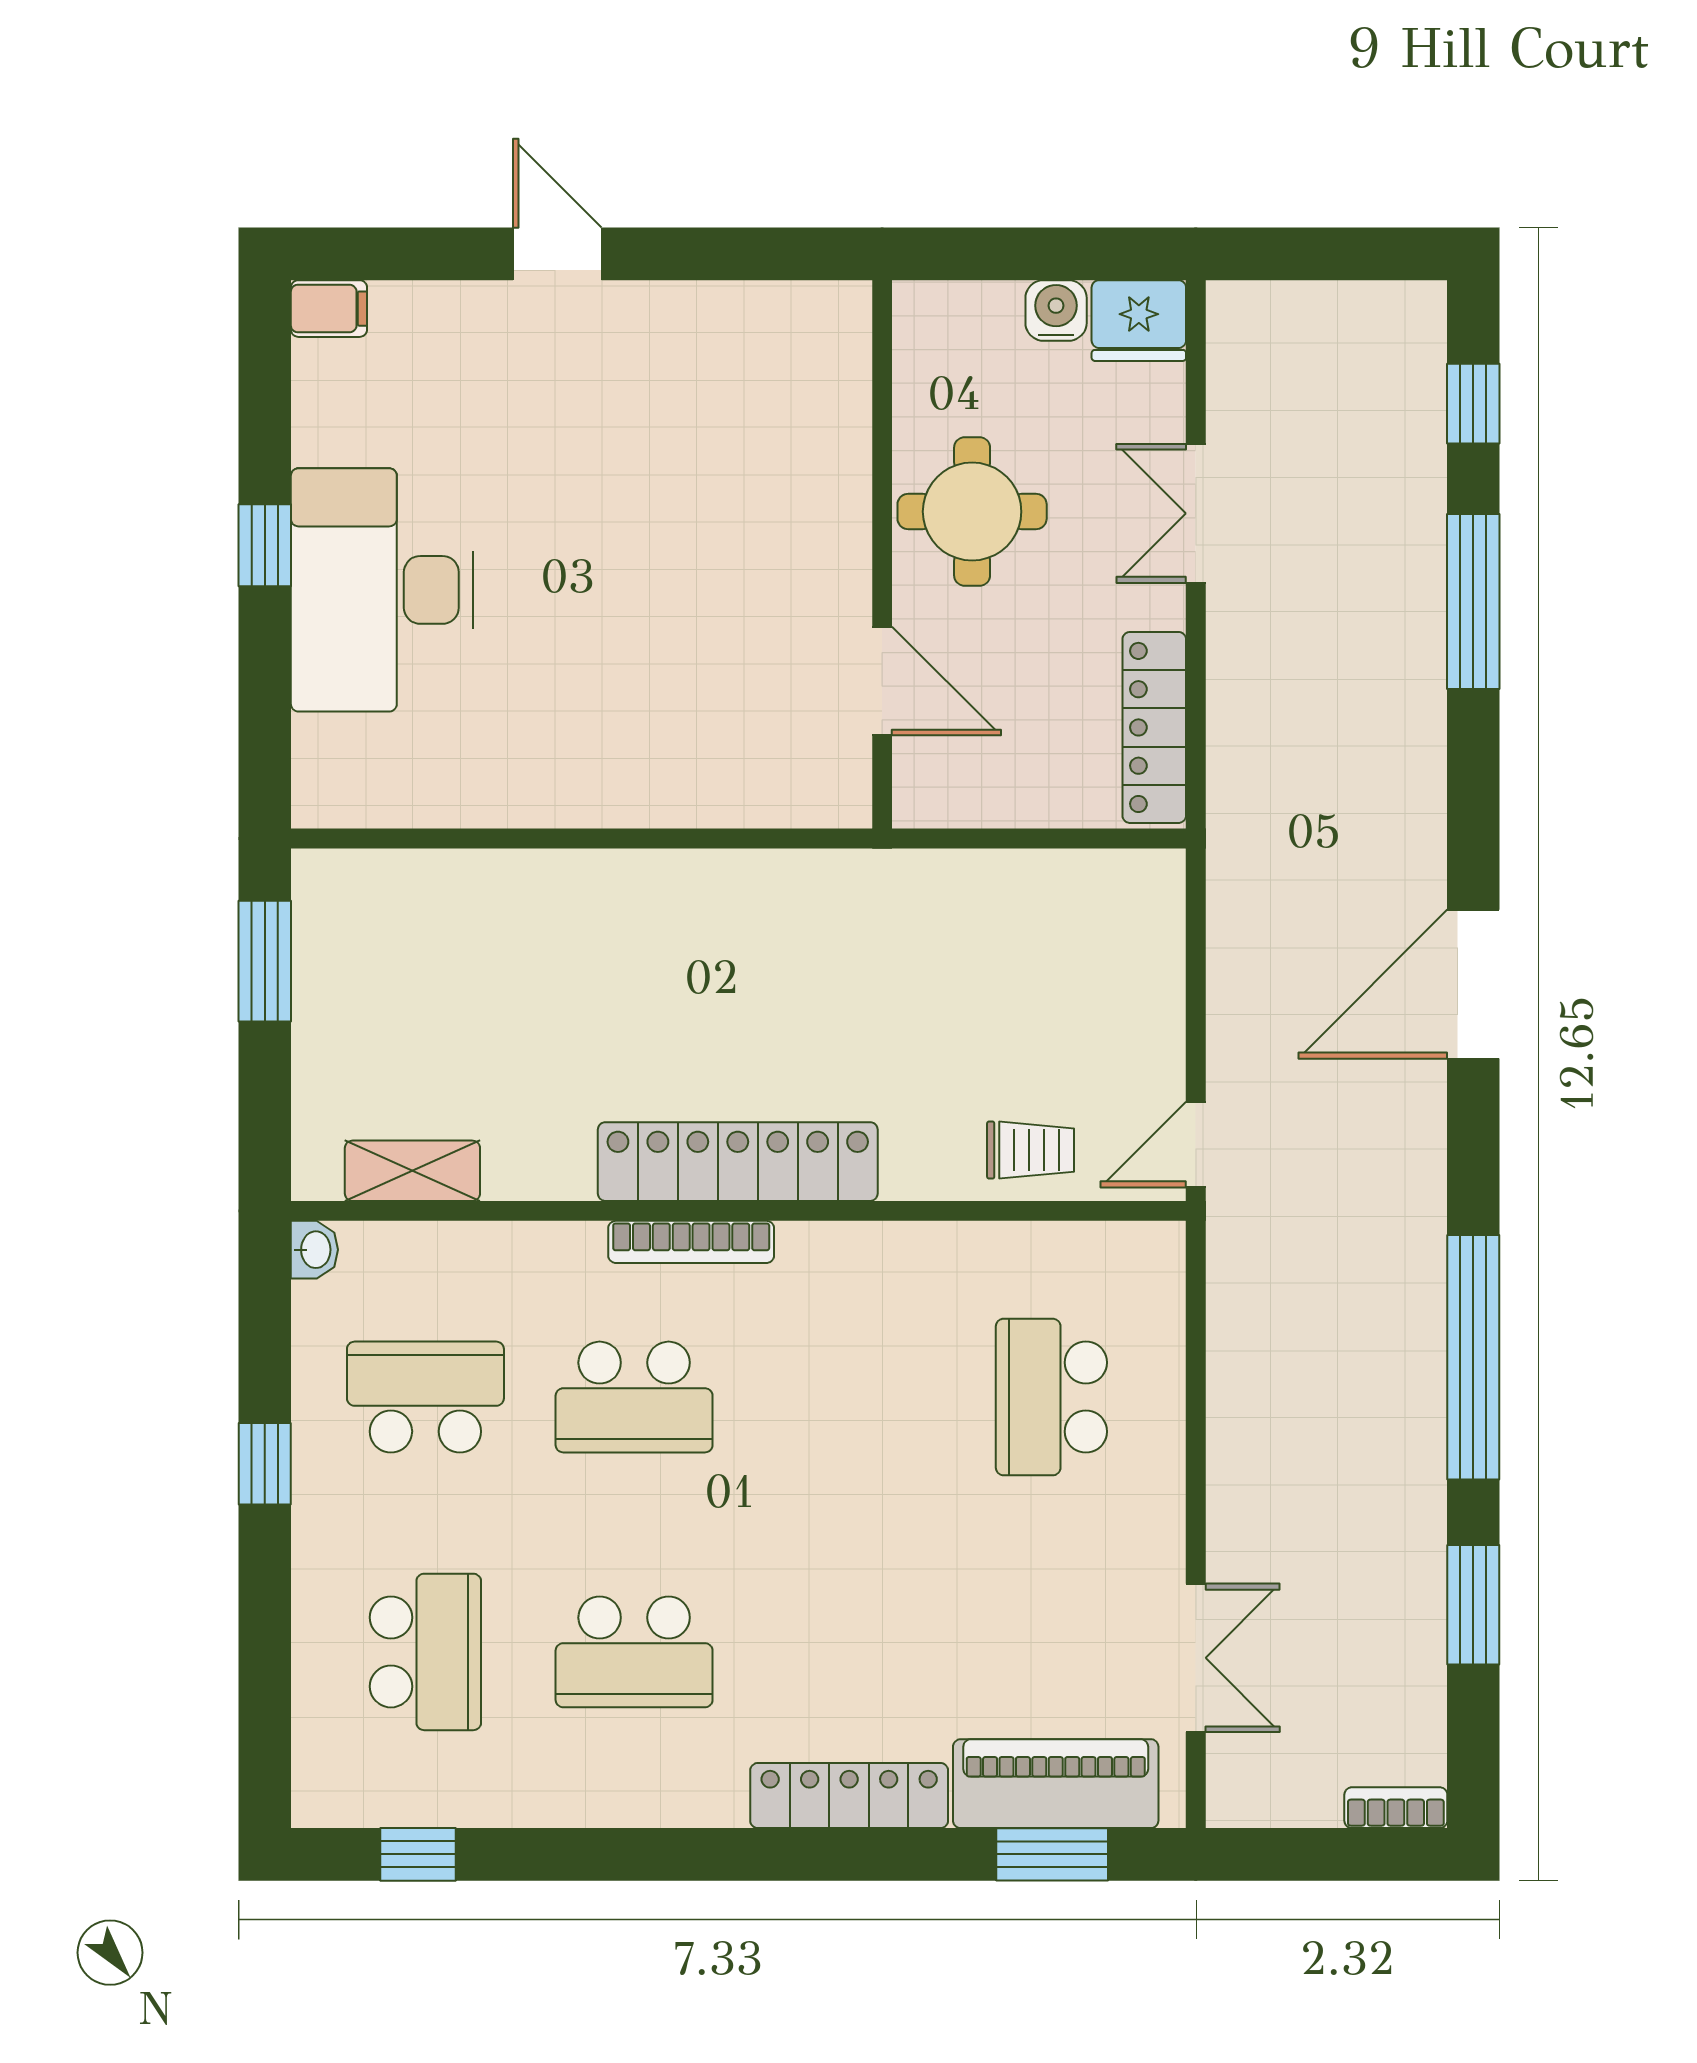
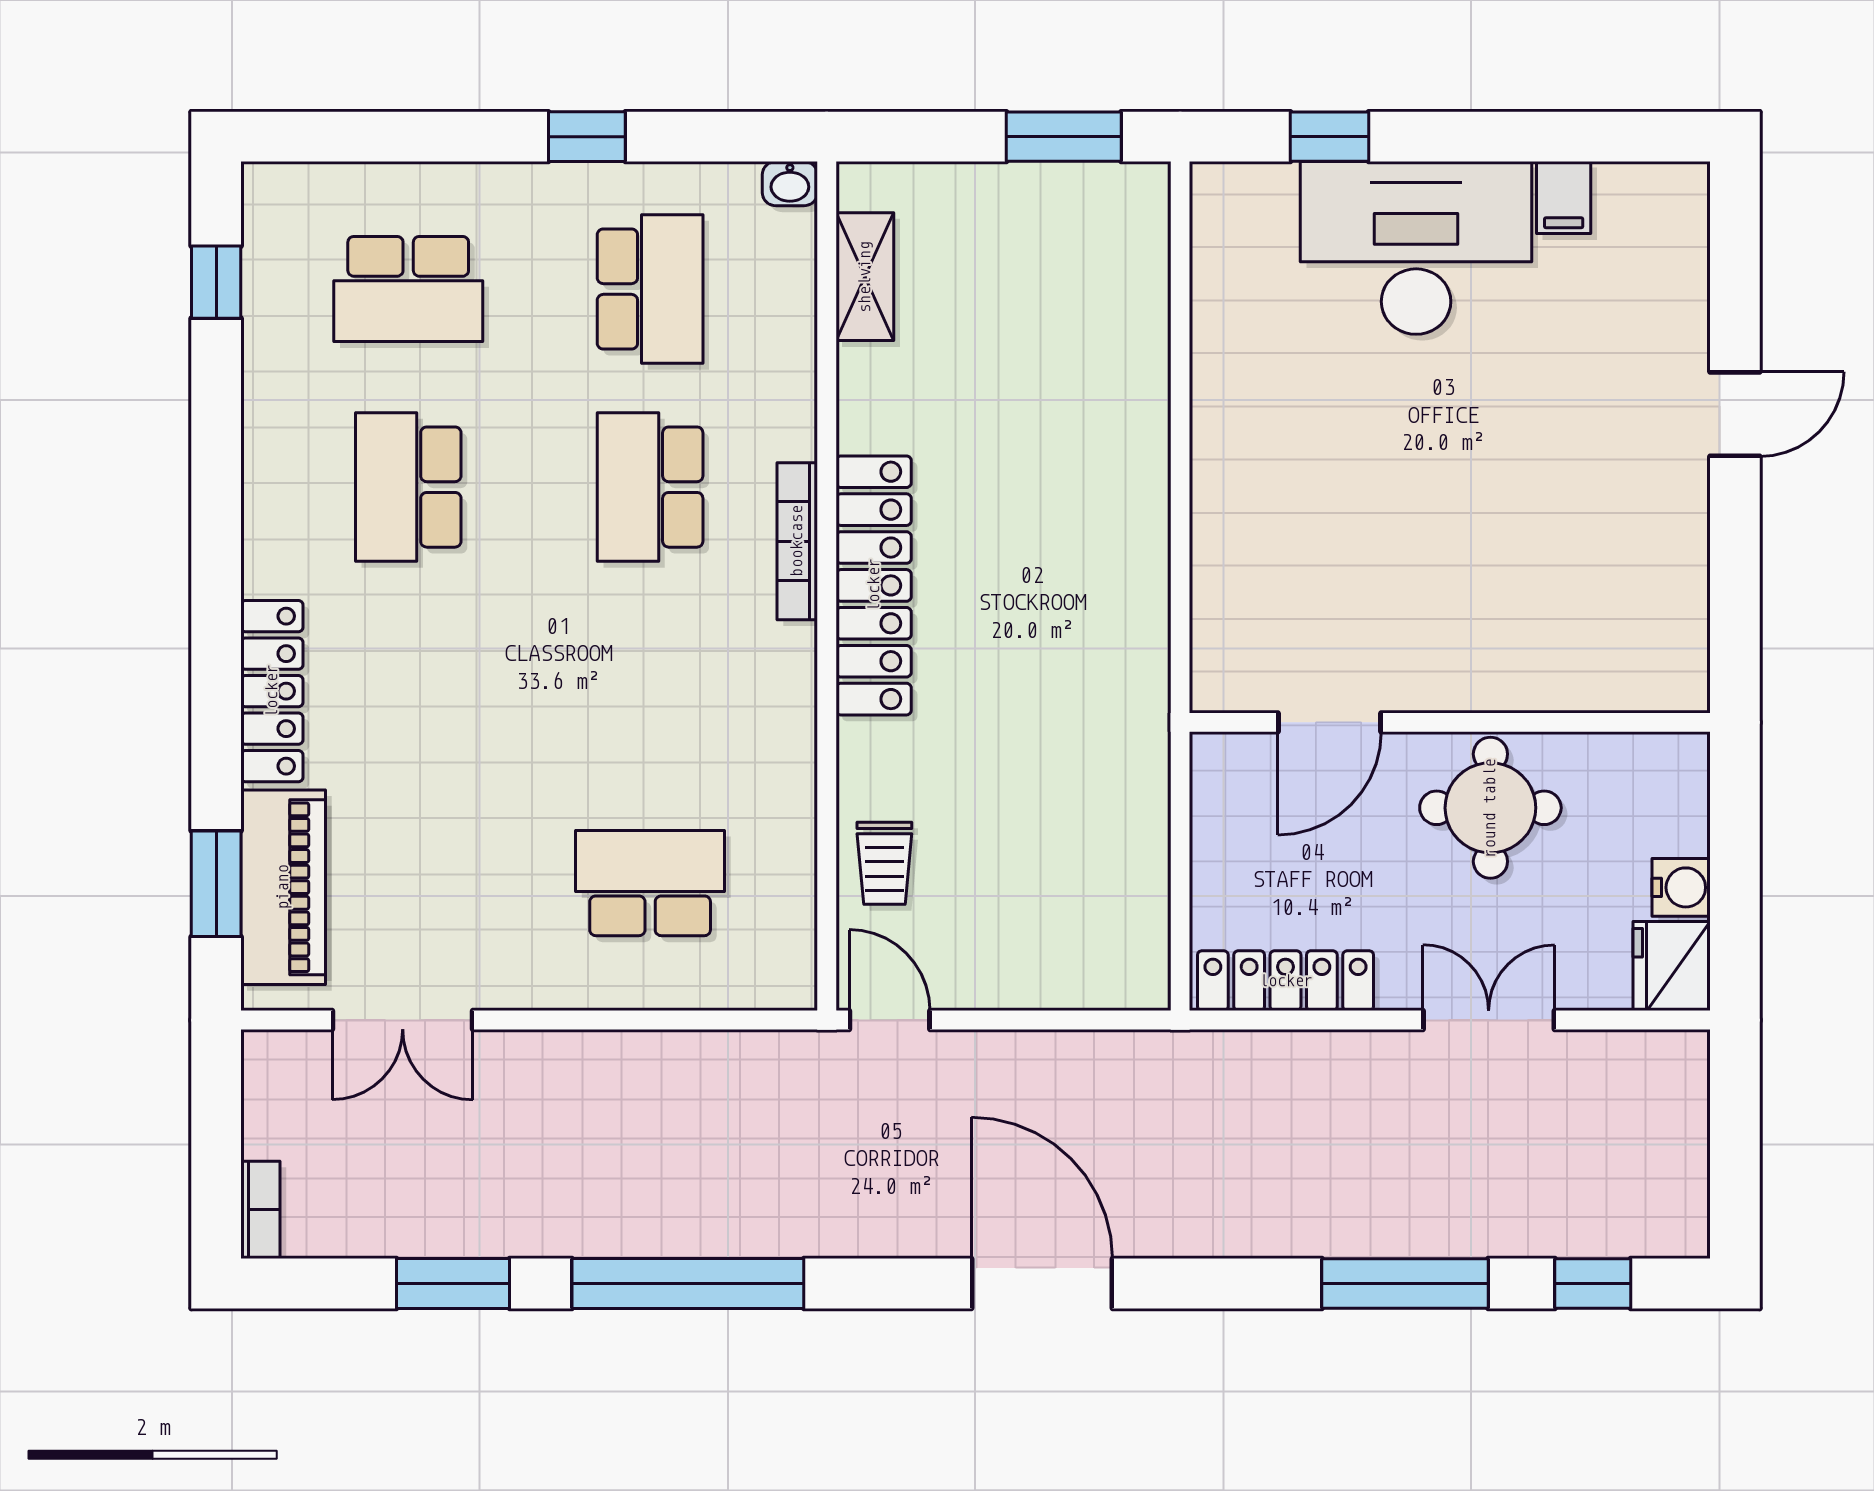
filing cabinet: (329, 309) -> (1564, 198), moved
window: (265, 545) -> (1329, 137), moved

